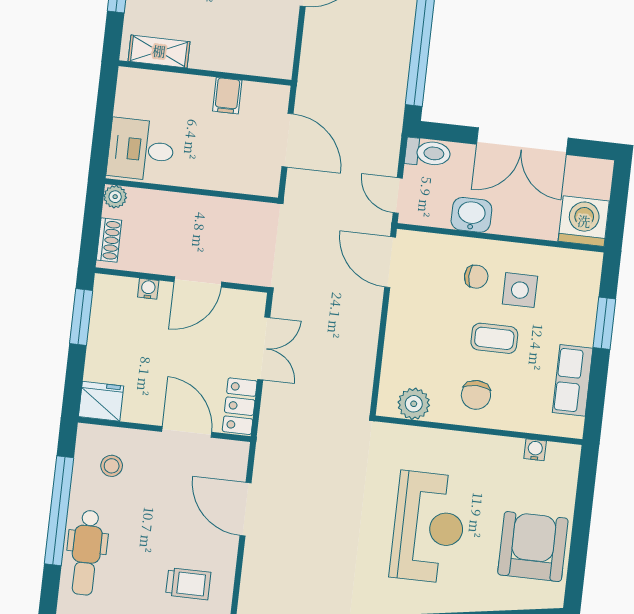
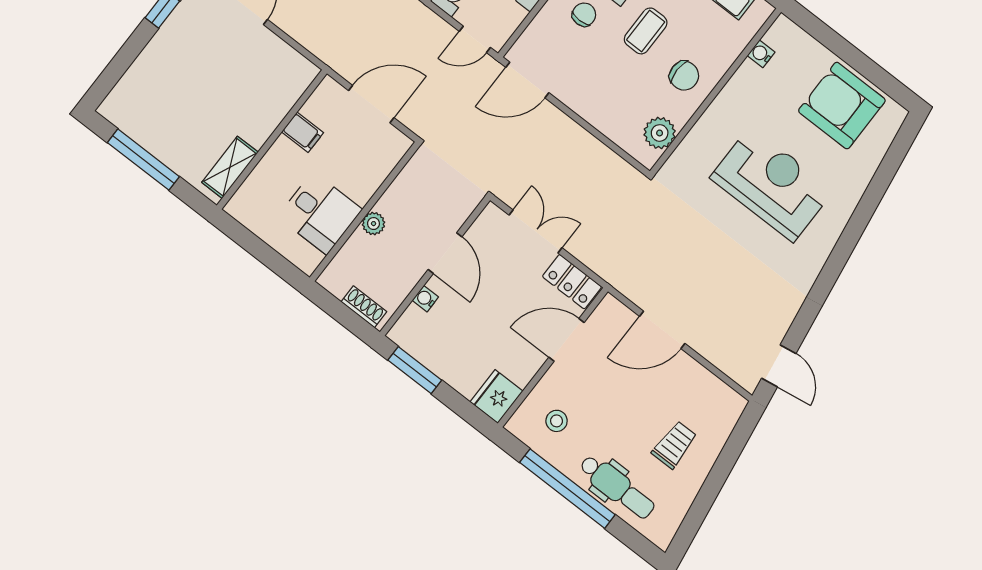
desk: (141, 150) -> (320, 213), moved, turned -90
plant: (115, 197) -> (374, 224), moved
trolley: (188, 584) -> (674, 445), moved

